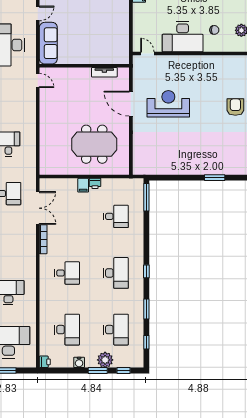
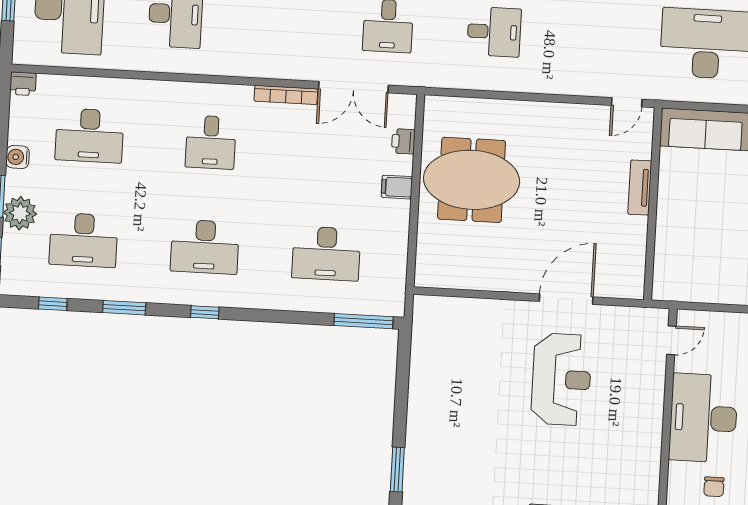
tv unit: (104, 72) -> (640, 187), moved
meeting table: (94, 144) -> (472, 180), moved, turned 90
printer: (95, 183) -> (403, 141), moved
desk: (116, 216) -> (326, 254), width x1.37

